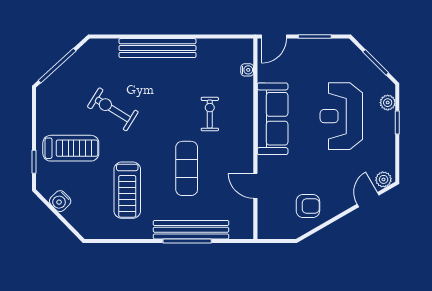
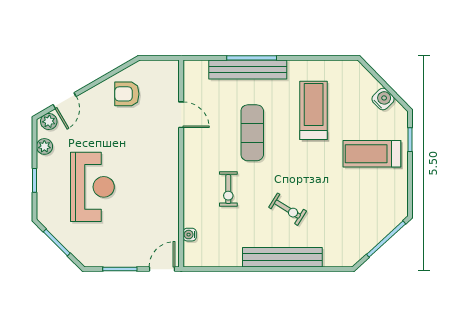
plant: (388, 103) -> (44, 146), moved
exercise bike: (113, 109) -> (288, 209), moved, width x0.73, depth x0.72
sofa: (273, 119) -> (163, 184), removed

